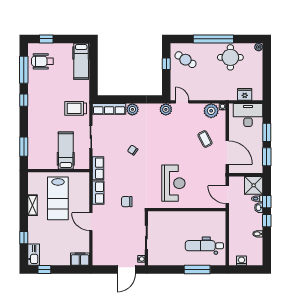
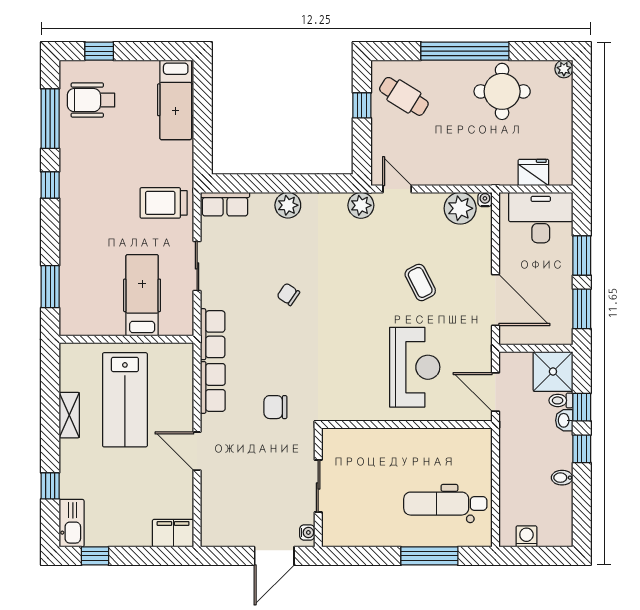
row of seats: (109, 109) -> (225, 204), width x0.68
coffee table: (205, 139) -> (420, 282), moved
reception desk: (173, 183) -> (415, 367), moved

